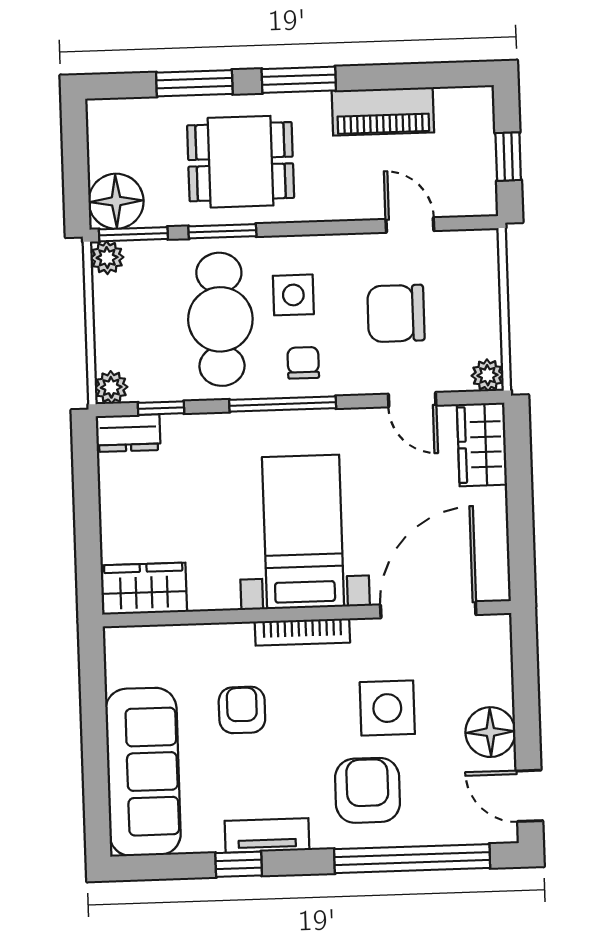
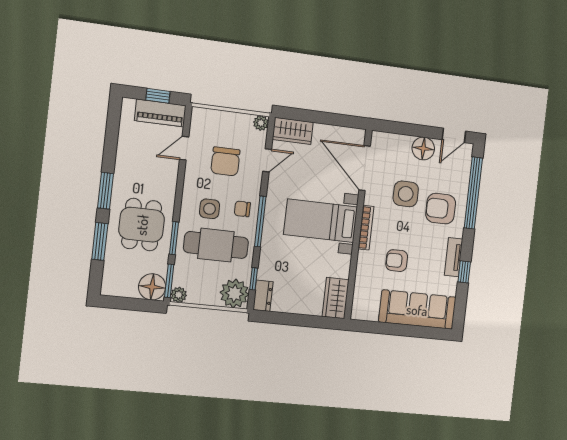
piano: (383, 111) -> (160, 113), moved, turned 90
plant: (111, 387) -> (234, 293), width x1.88, depth x1.88

